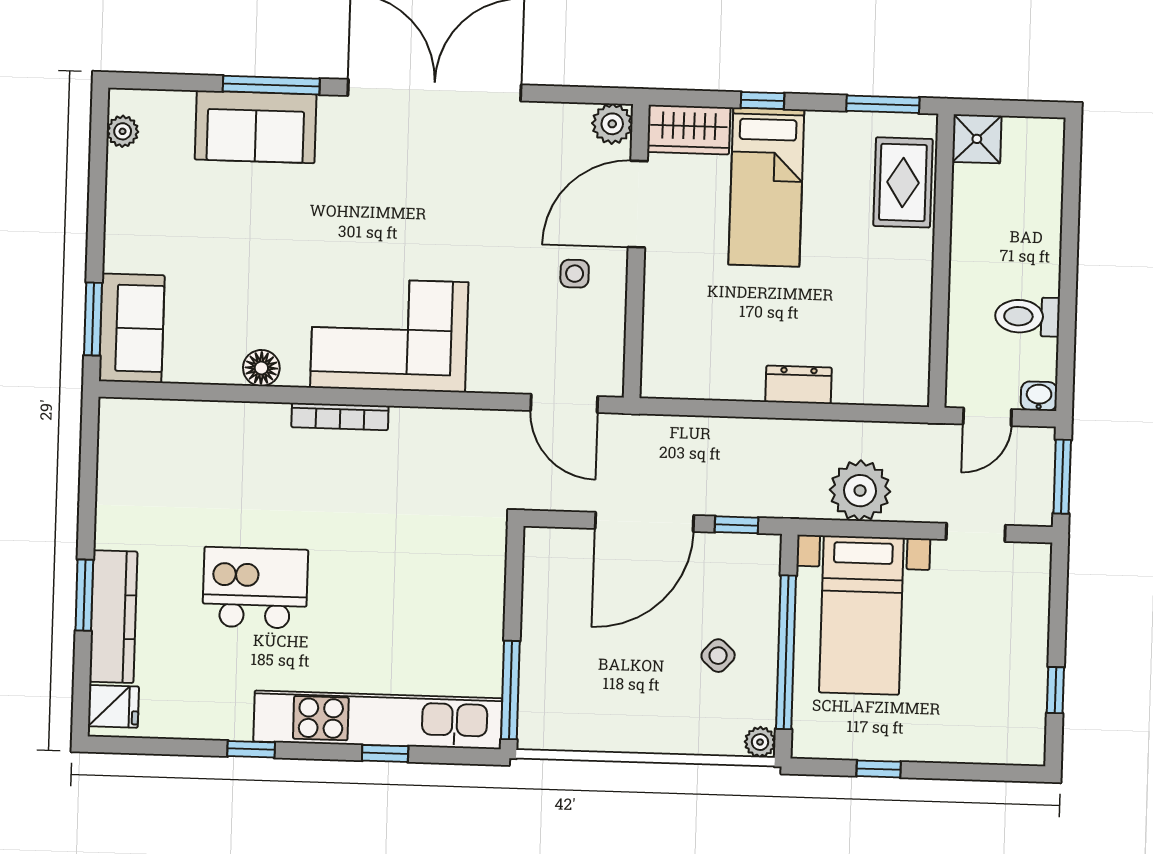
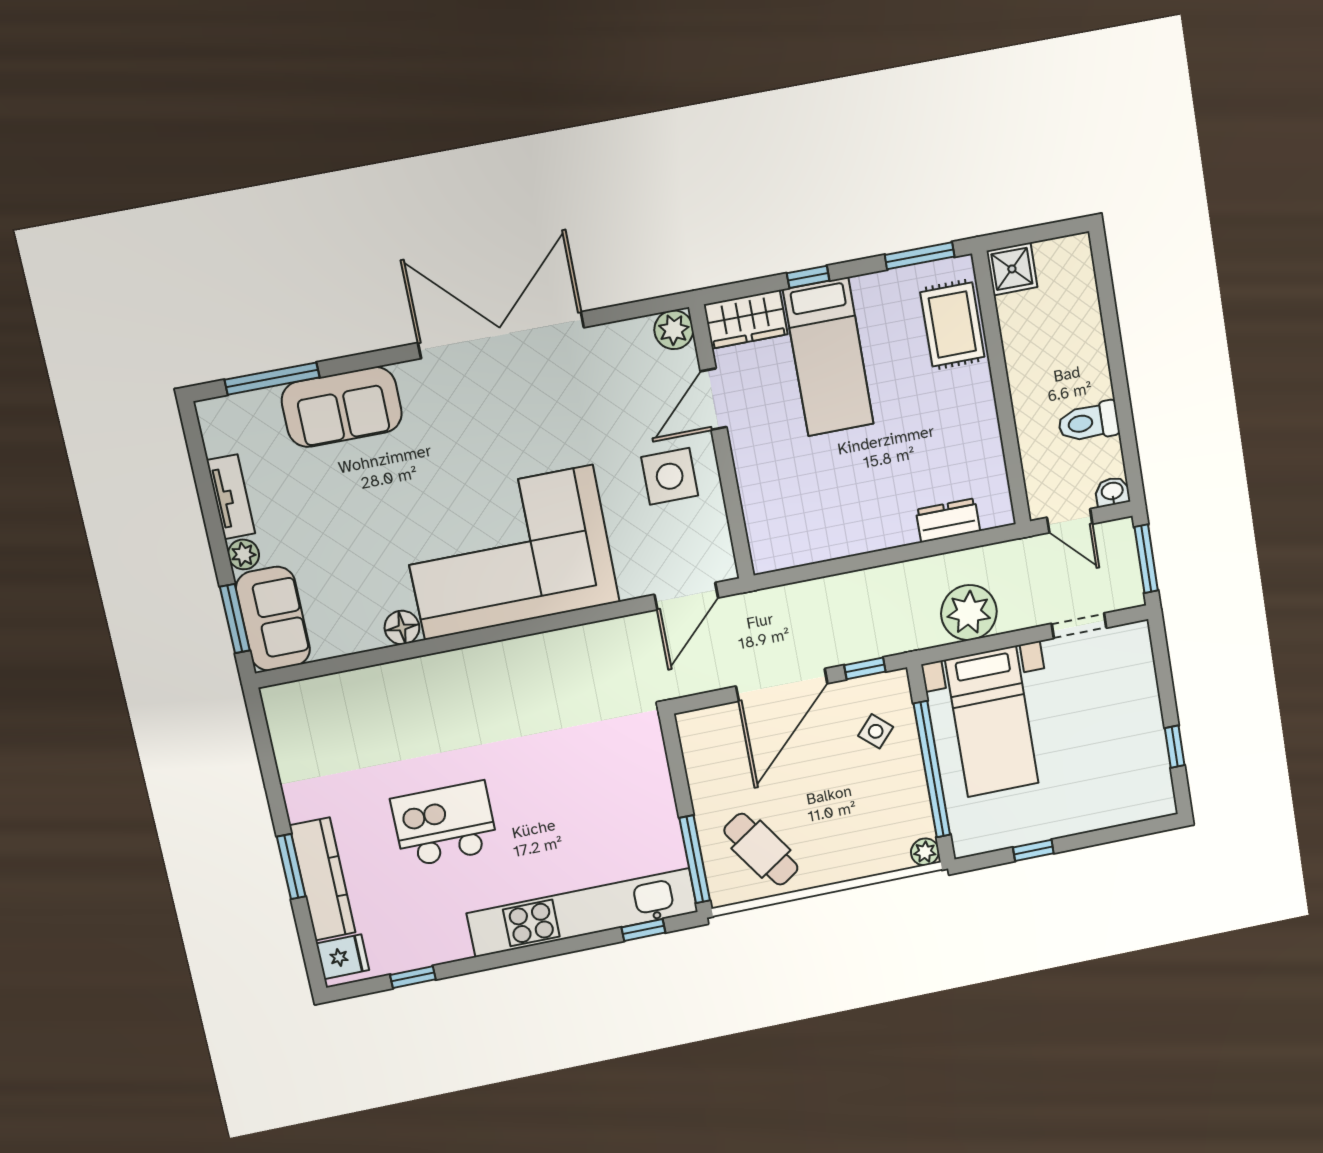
window: (271, 85) -> (272, 379), moved
plant: (123, 131) -> (244, 554), moved
tv unit: (121, 193) -> (231, 497), added
door: (638, 204) -> (714, 399), width x0.73
side table: (575, 274) -> (670, 476), width x1.87, depth x1.87
corner sofa: (389, 335) -> (509, 553), width x1.36, depth x1.36
dresser: (799, 385) -> (948, 520), moved
door: (564, 403) -> (686, 596), hinge flipped
bookcase: (340, 416) -> (485, 655), removed
door: (987, 417) -> (1070, 521), hinge flipped
side table: (718, 656) -> (876, 731), moved
cafe table: (584, 696) -> (761, 849), added
window: (251, 749) -> (413, 977), moved
window: (385, 753) -> (643, 930), moved

